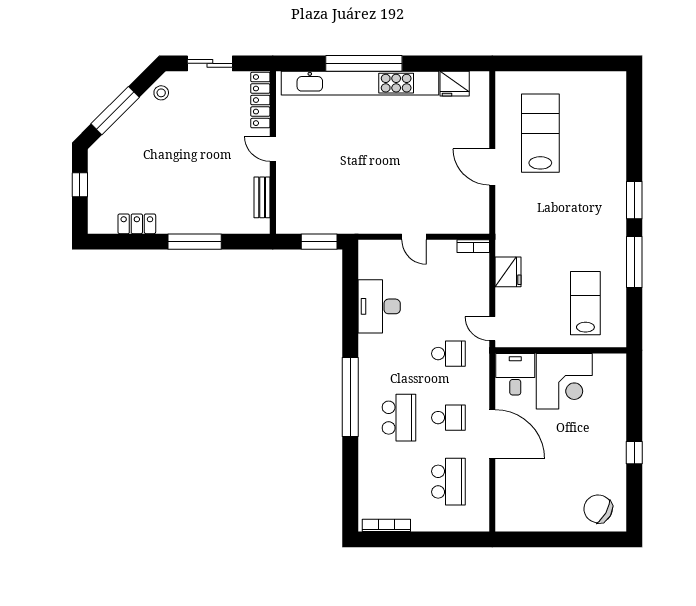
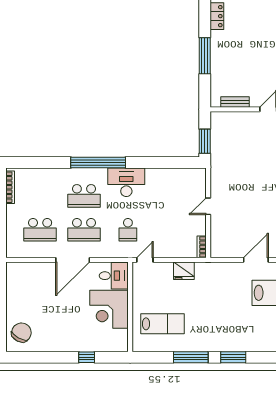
desk: (379, 306) -> (126, 182), moved
school desk: (448, 418) -> (84, 230), width x1.85
window: (634, 453) -> (87, 357), moved

